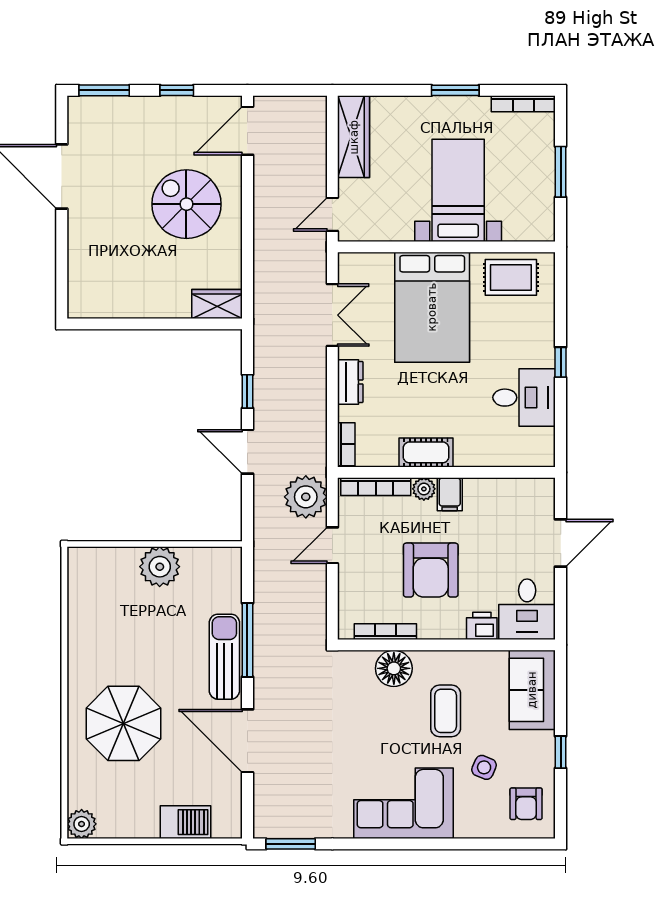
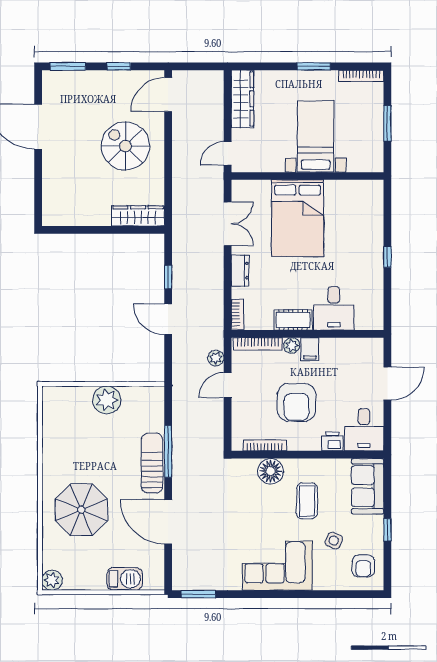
rug: (511, 277) -> (353, 197), removed
wardrobe: (217, 304) -> (138, 216), width x1.50
desk: (524, 398) -> (334, 308), moved, turned 90
plant: (306, 497) -> (216, 358), width x0.53, depth x0.53

